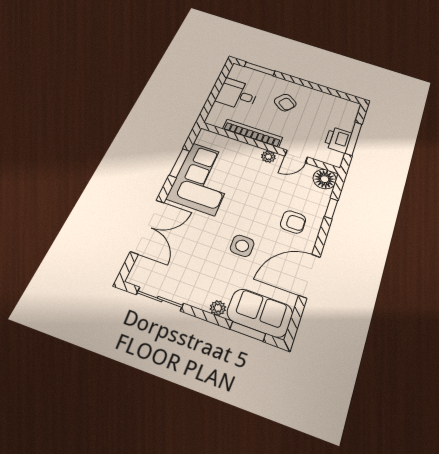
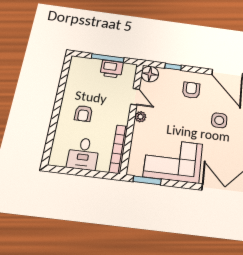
window: (260, 69) -> (50, 141), removed
armchair: (285, 103) -> (83, 113), turned 144
bookcase: (253, 133) -> (118, 149), moved
window: (180, 163) -> (147, 180), moved

